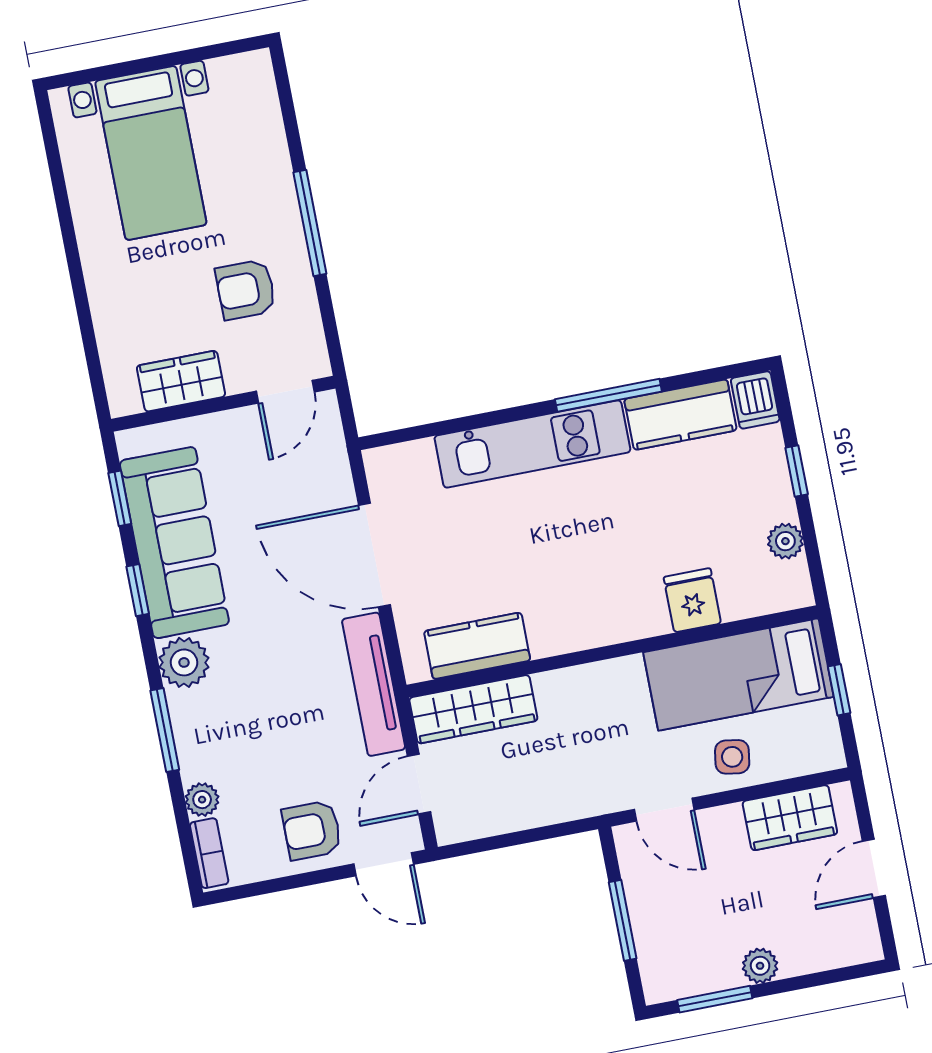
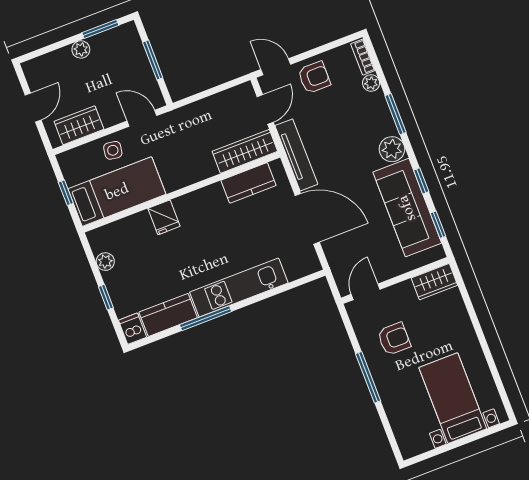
wardrobe: (181, 381) -> (434, 282), moved
fridge: (692, 600) -> (164, 217), moved

